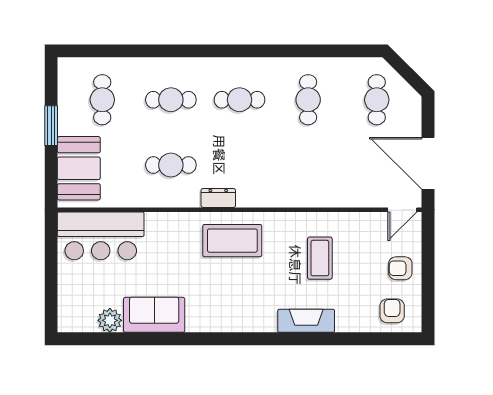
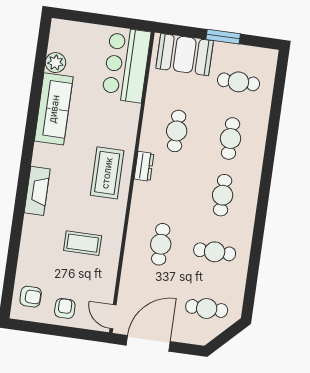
cafe table: (308, 165) -> (161, 244), added
sofa: (154, 315) -> (54, 109), width x1.36
fireplace: (306, 321) -> (37, 191), moved

